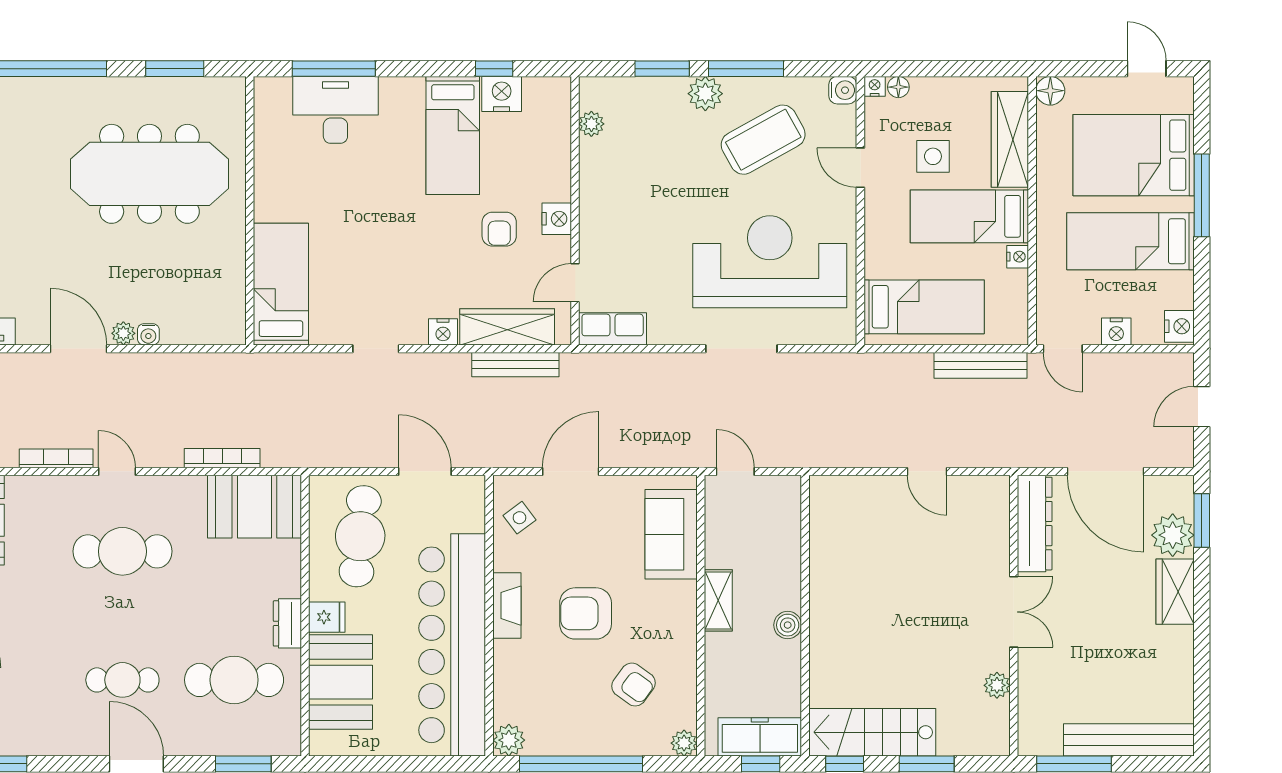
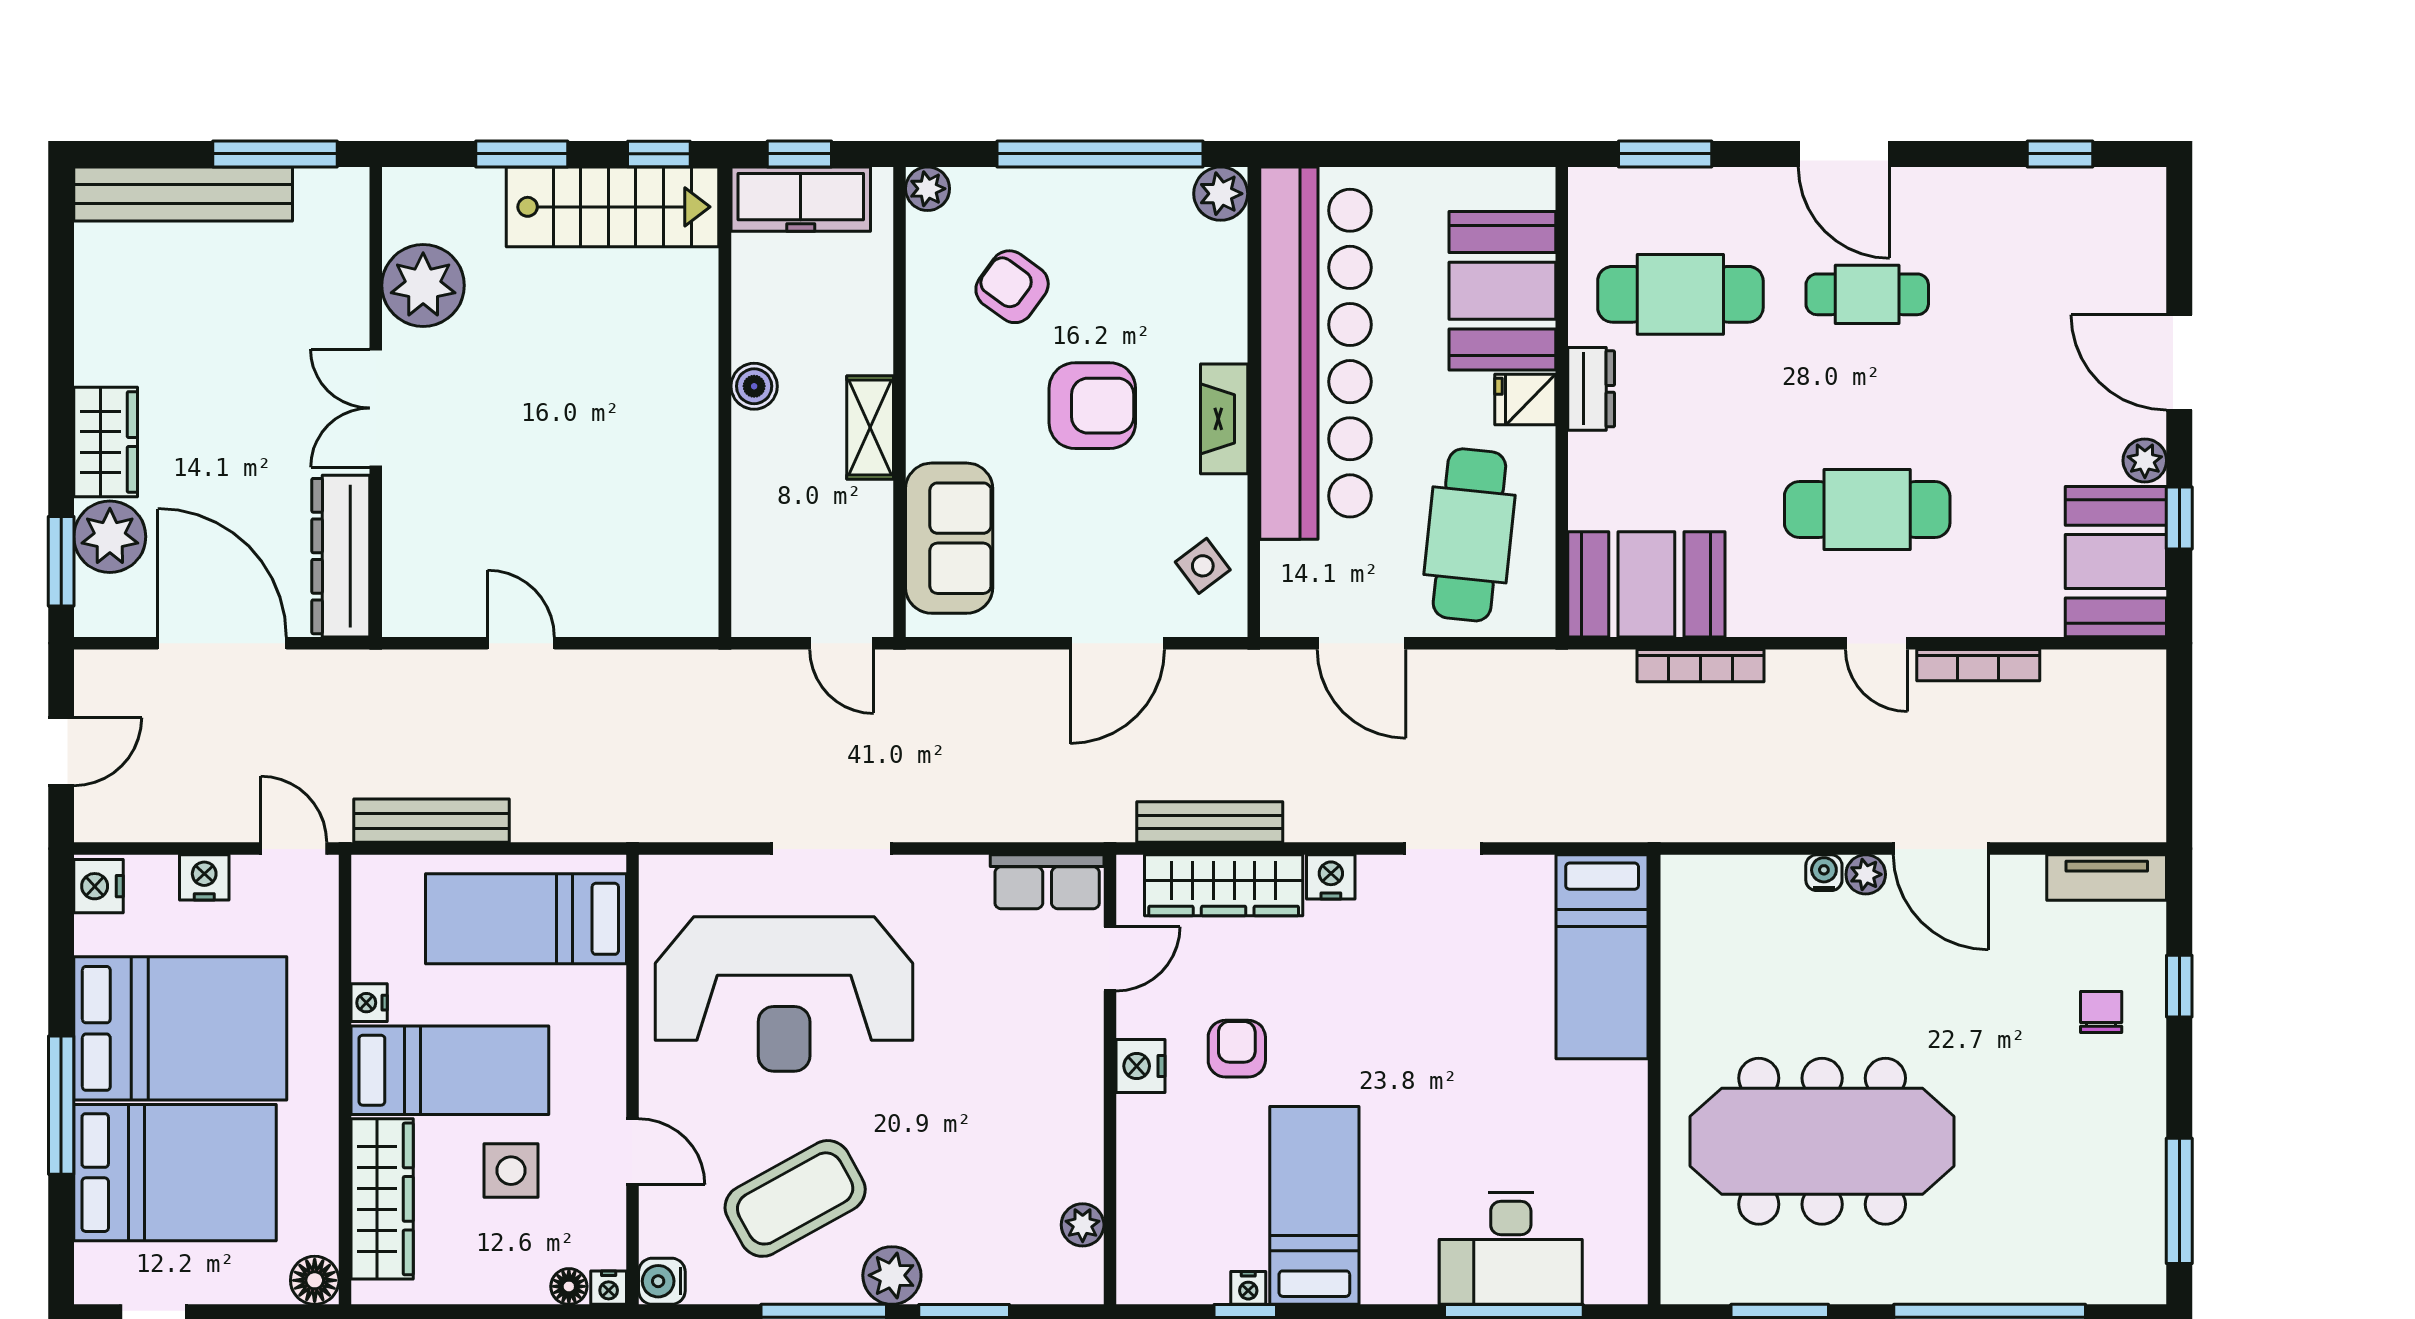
nightstand: (502, 94) -> (1248, 1288), width x0.53, depth x0.56
bed: (1131, 241) -> (180, 1028), width x1.50
plant: (997, 685) -> (423, 285), width x1.88, depth x1.88

